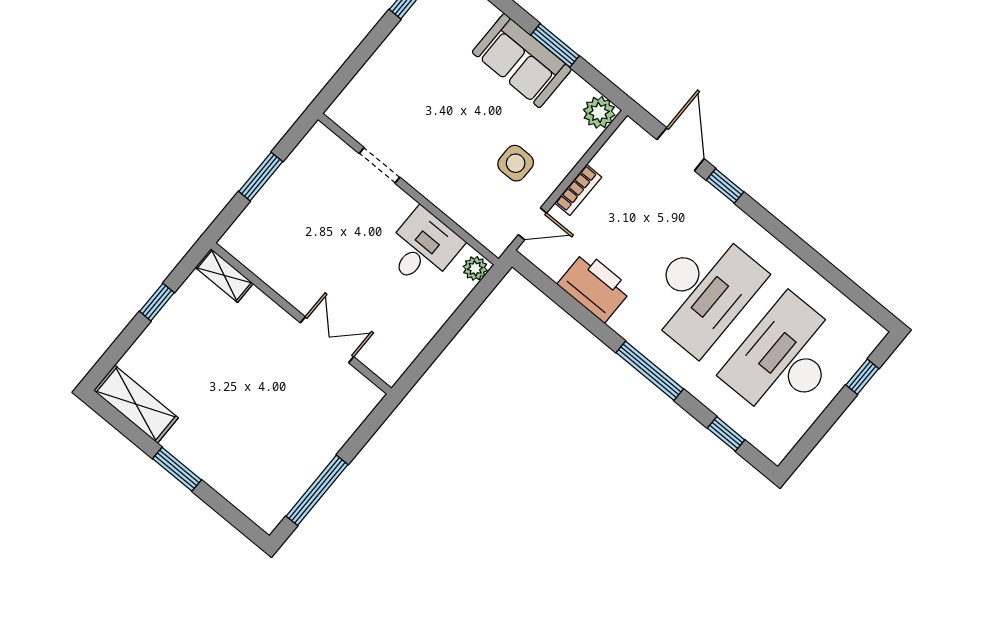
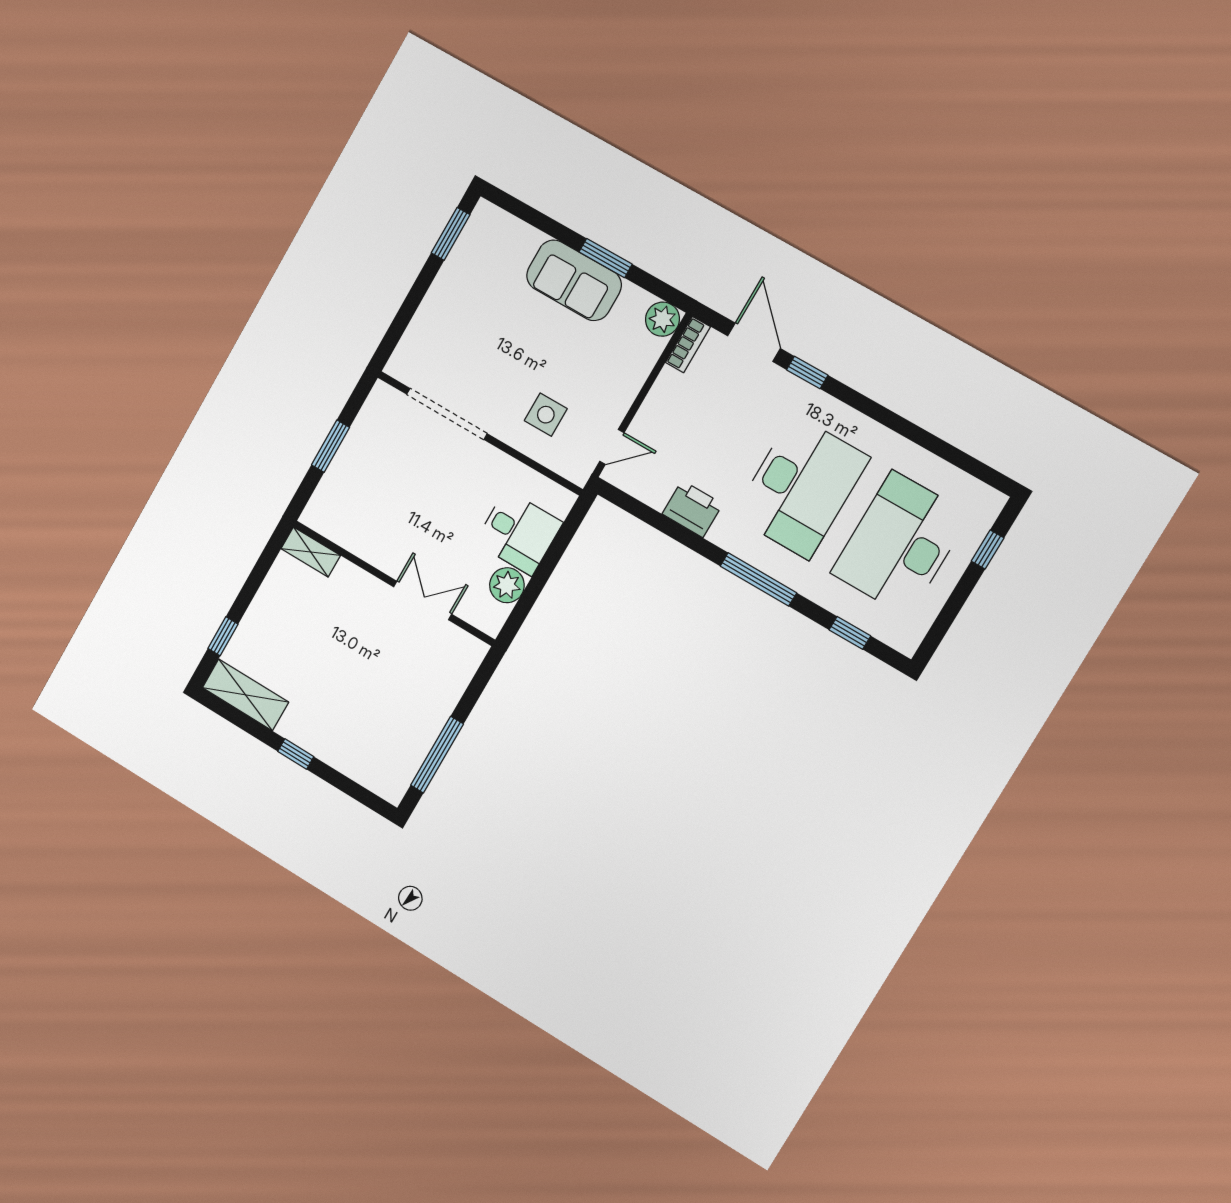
side table: (516, 163) -> (546, 415), moved
doorway: (380, 165) -> (447, 414), width x1.87
bookcase: (578, 190) -> (688, 345), moved
desk: (423, 248) -> (519, 533), moved, turned 90
plant: (475, 268) -> (507, 585), moved, width x1.38, depth x1.38
printer: (595, 287) -> (692, 509), width x0.73, depth x0.84
window: (157, 302) -> (223, 636), moved
window: (177, 469) -> (296, 754), width x0.67

